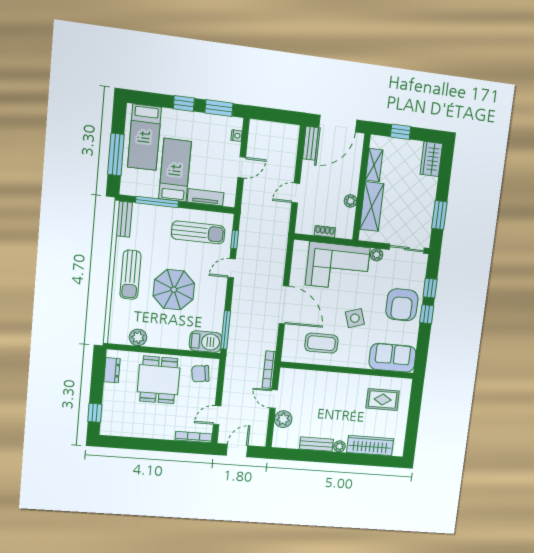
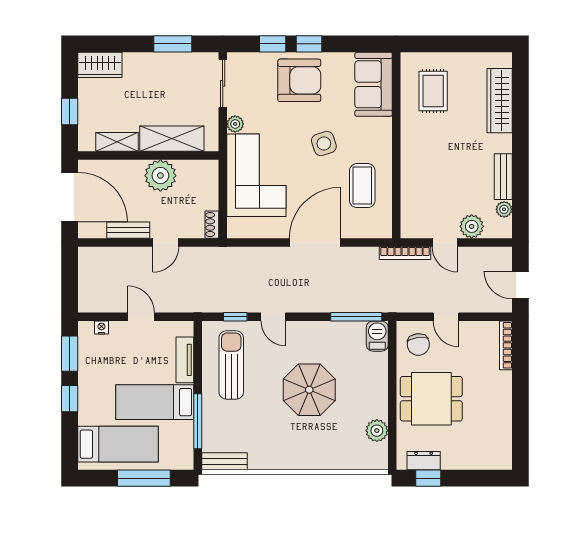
bench: (311, 143) -> (128, 230), moved
door: (296, 193) -> (166, 242), hinge flipped
plant: (350, 201) -> (160, 176), width x1.88, depth x1.88
shoe rack: (325, 231) -> (212, 225), moved
sun lounger: (130, 275) -> (295, 447), removed
barbecue: (206, 342) -> (377, 336), width x0.73, depth x0.79
door: (274, 399) -> (445, 242), hinge flipped
window: (95, 413) -> (428, 478), moved
door: (217, 415) -> (446, 317), moved
plant: (339, 446) -> (504, 209), moved

